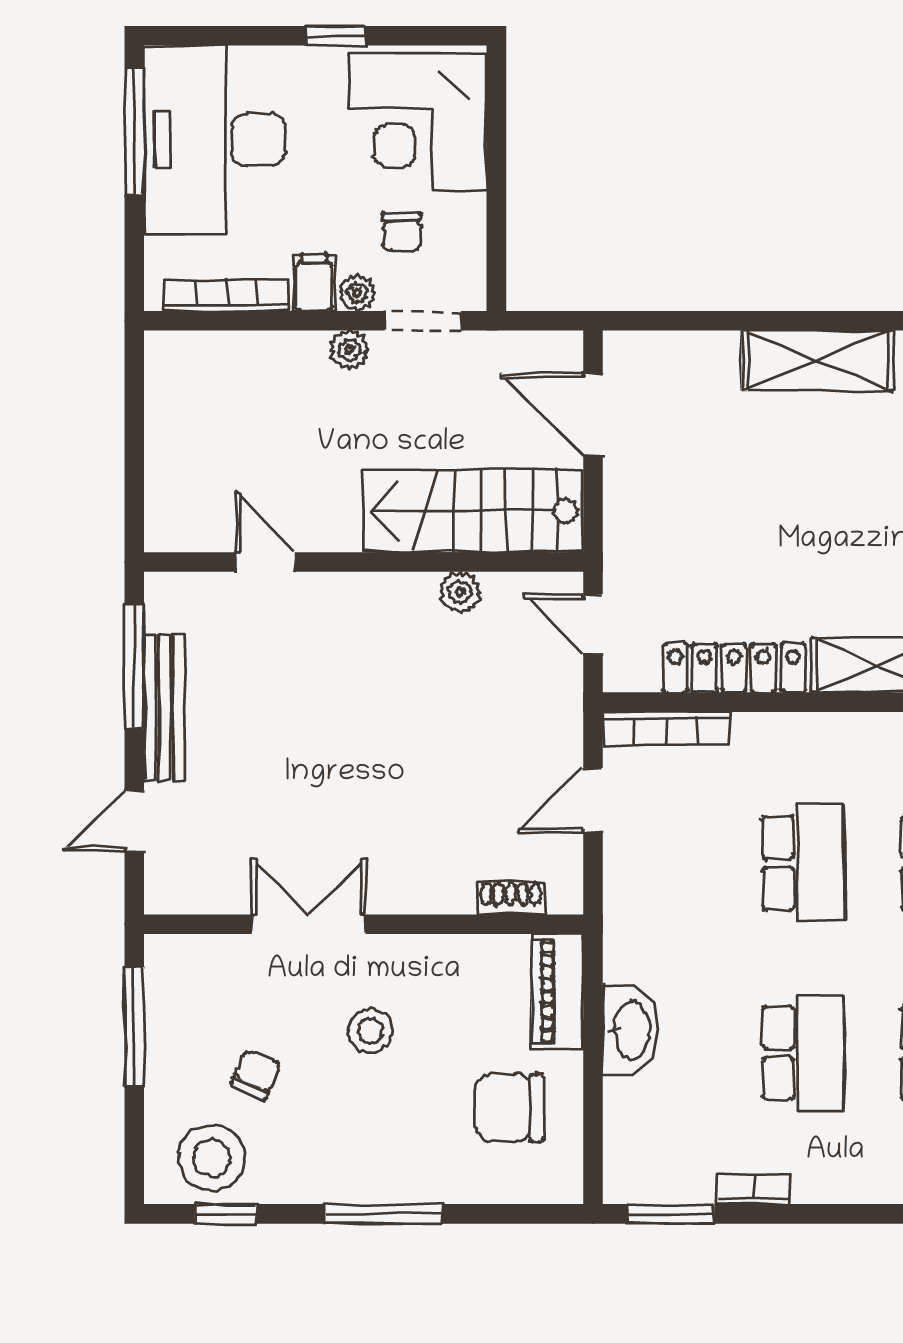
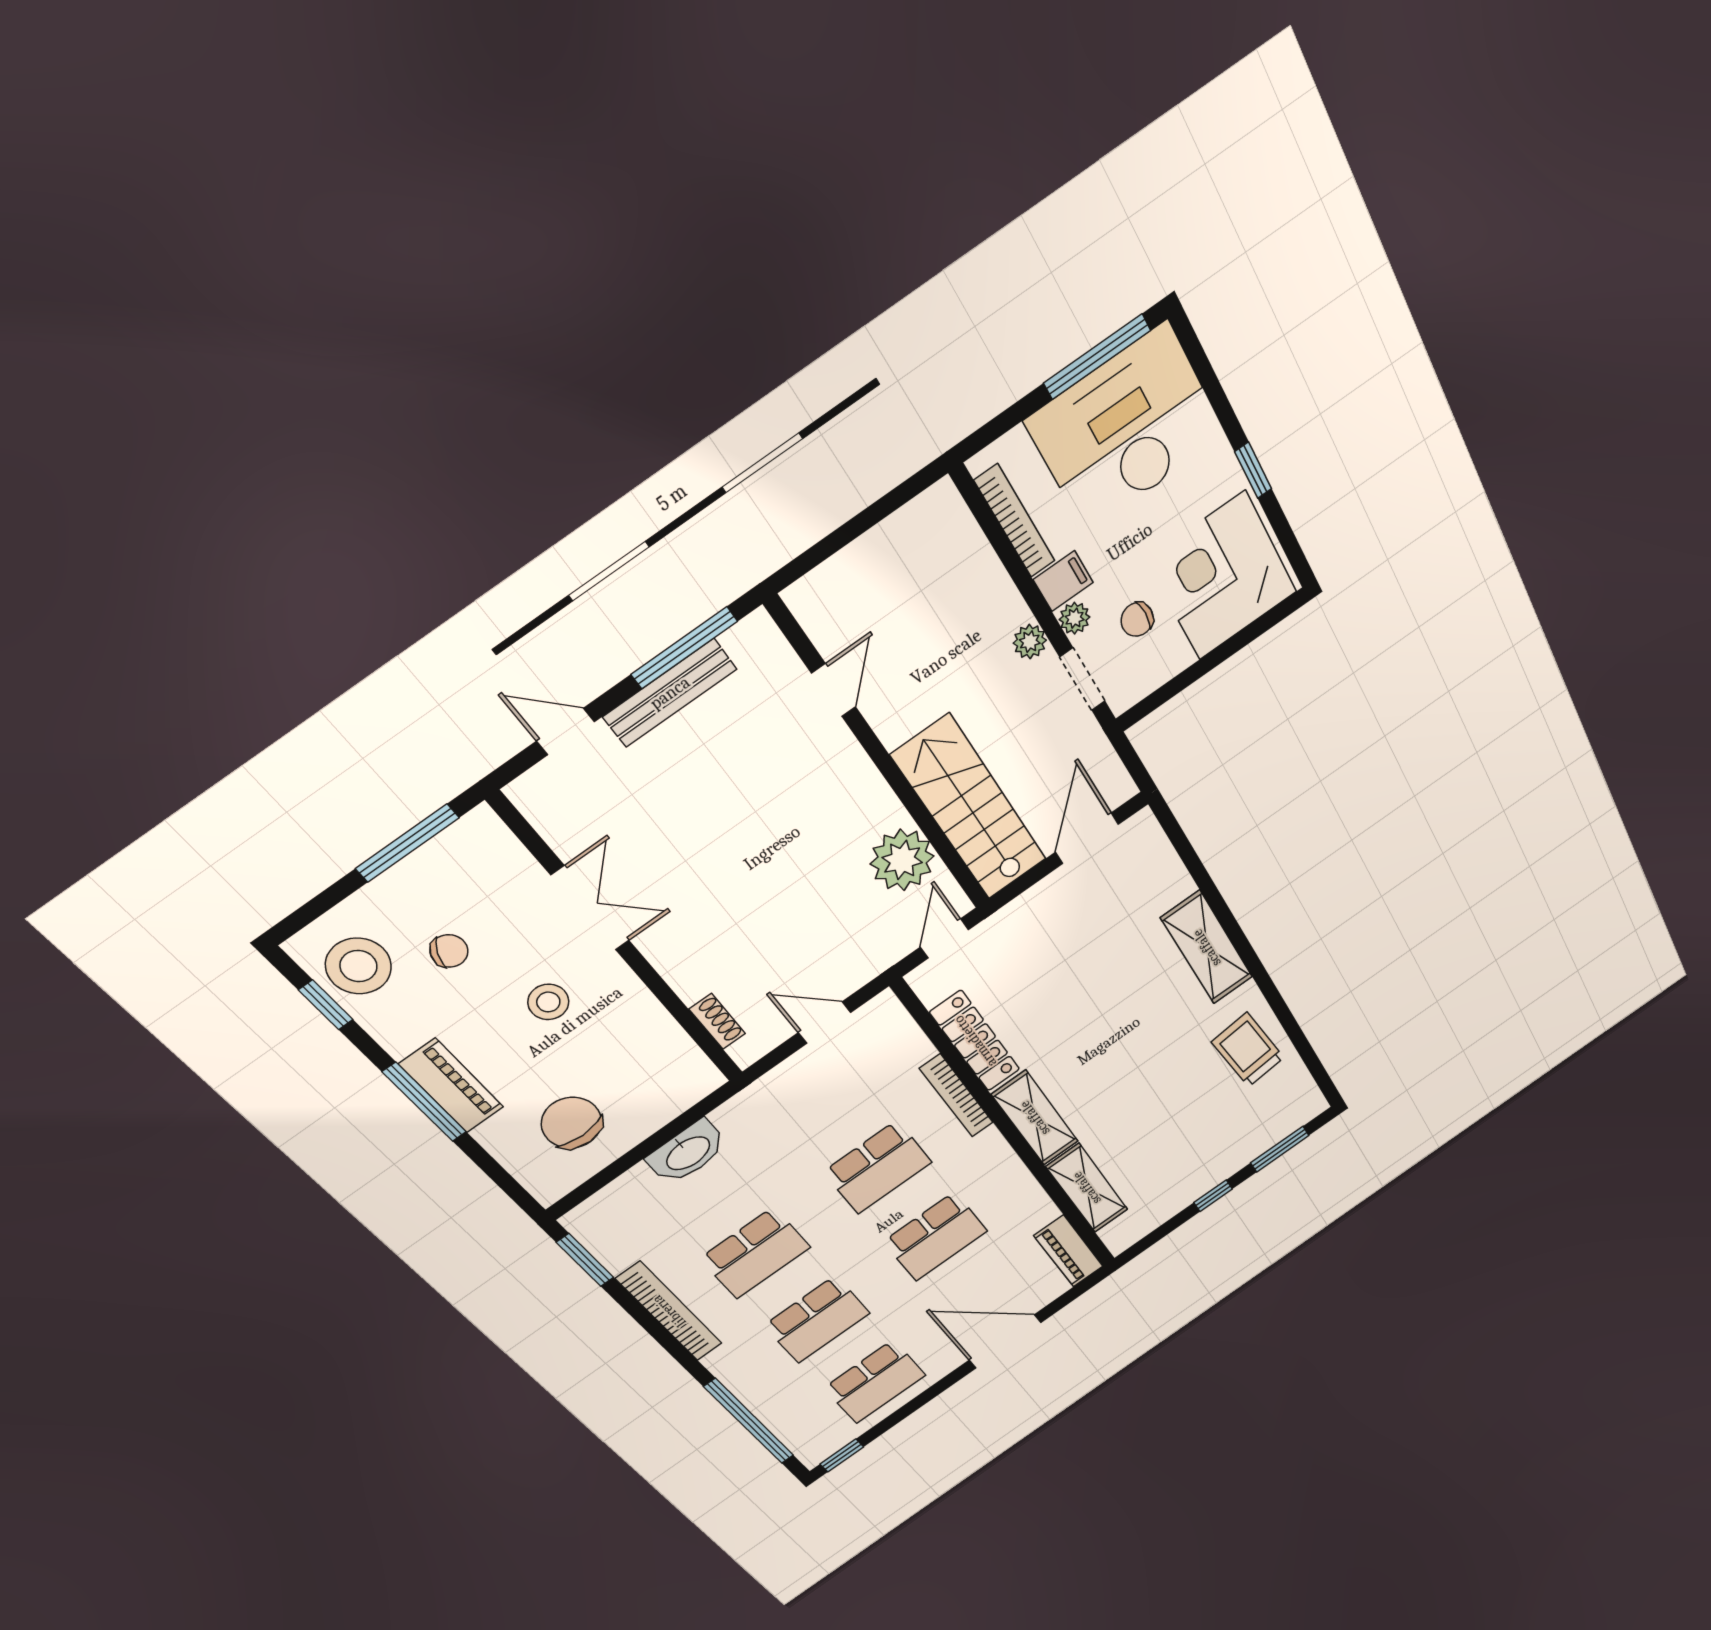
plant: (460, 592) -> (902, 860), width x1.87, depth x1.87
bookcase: (666, 728) -> (956, 1096), moved
piano: (557, 992) -> (451, 1086), moved, turned 90
bookcase: (753, 1190) -> (669, 1311), width x2.31, depth x1.31

